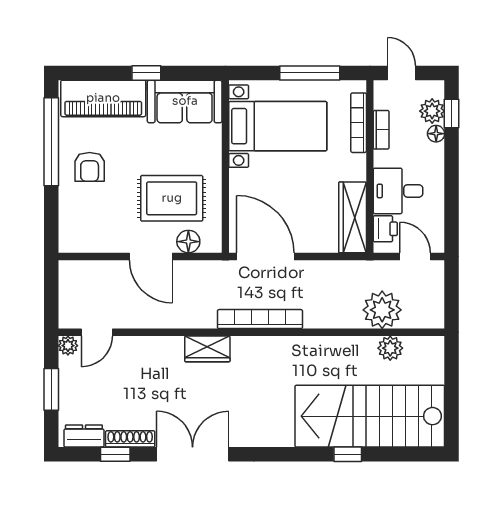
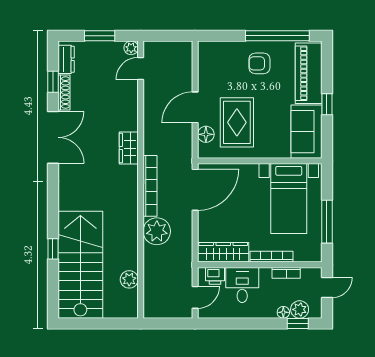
bookcase: (359, 123) -> (272, 257), moved
plant: (382, 310) -> (157, 231), moved
door: (97, 332) -> (141, 69), hinge flipped

